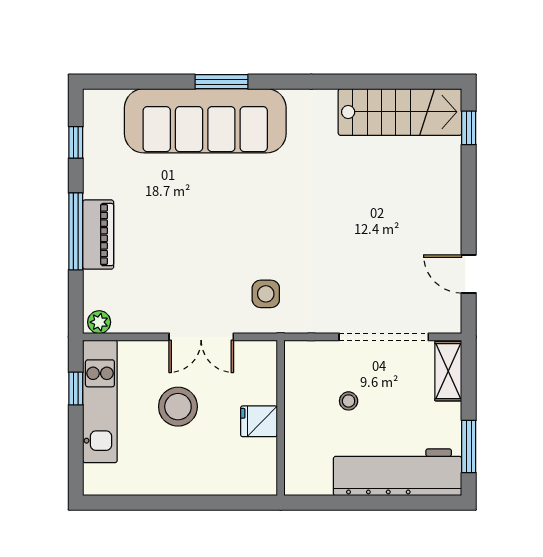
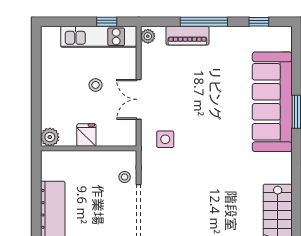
piano: (98, 235) -> (187, 36), moved
stool: (349, 401) -> (125, 177), moved
stool: (178, 407) -> (96, 85), width x0.53, depth x0.53
plant: (262, 481) -> (50, 137), added

